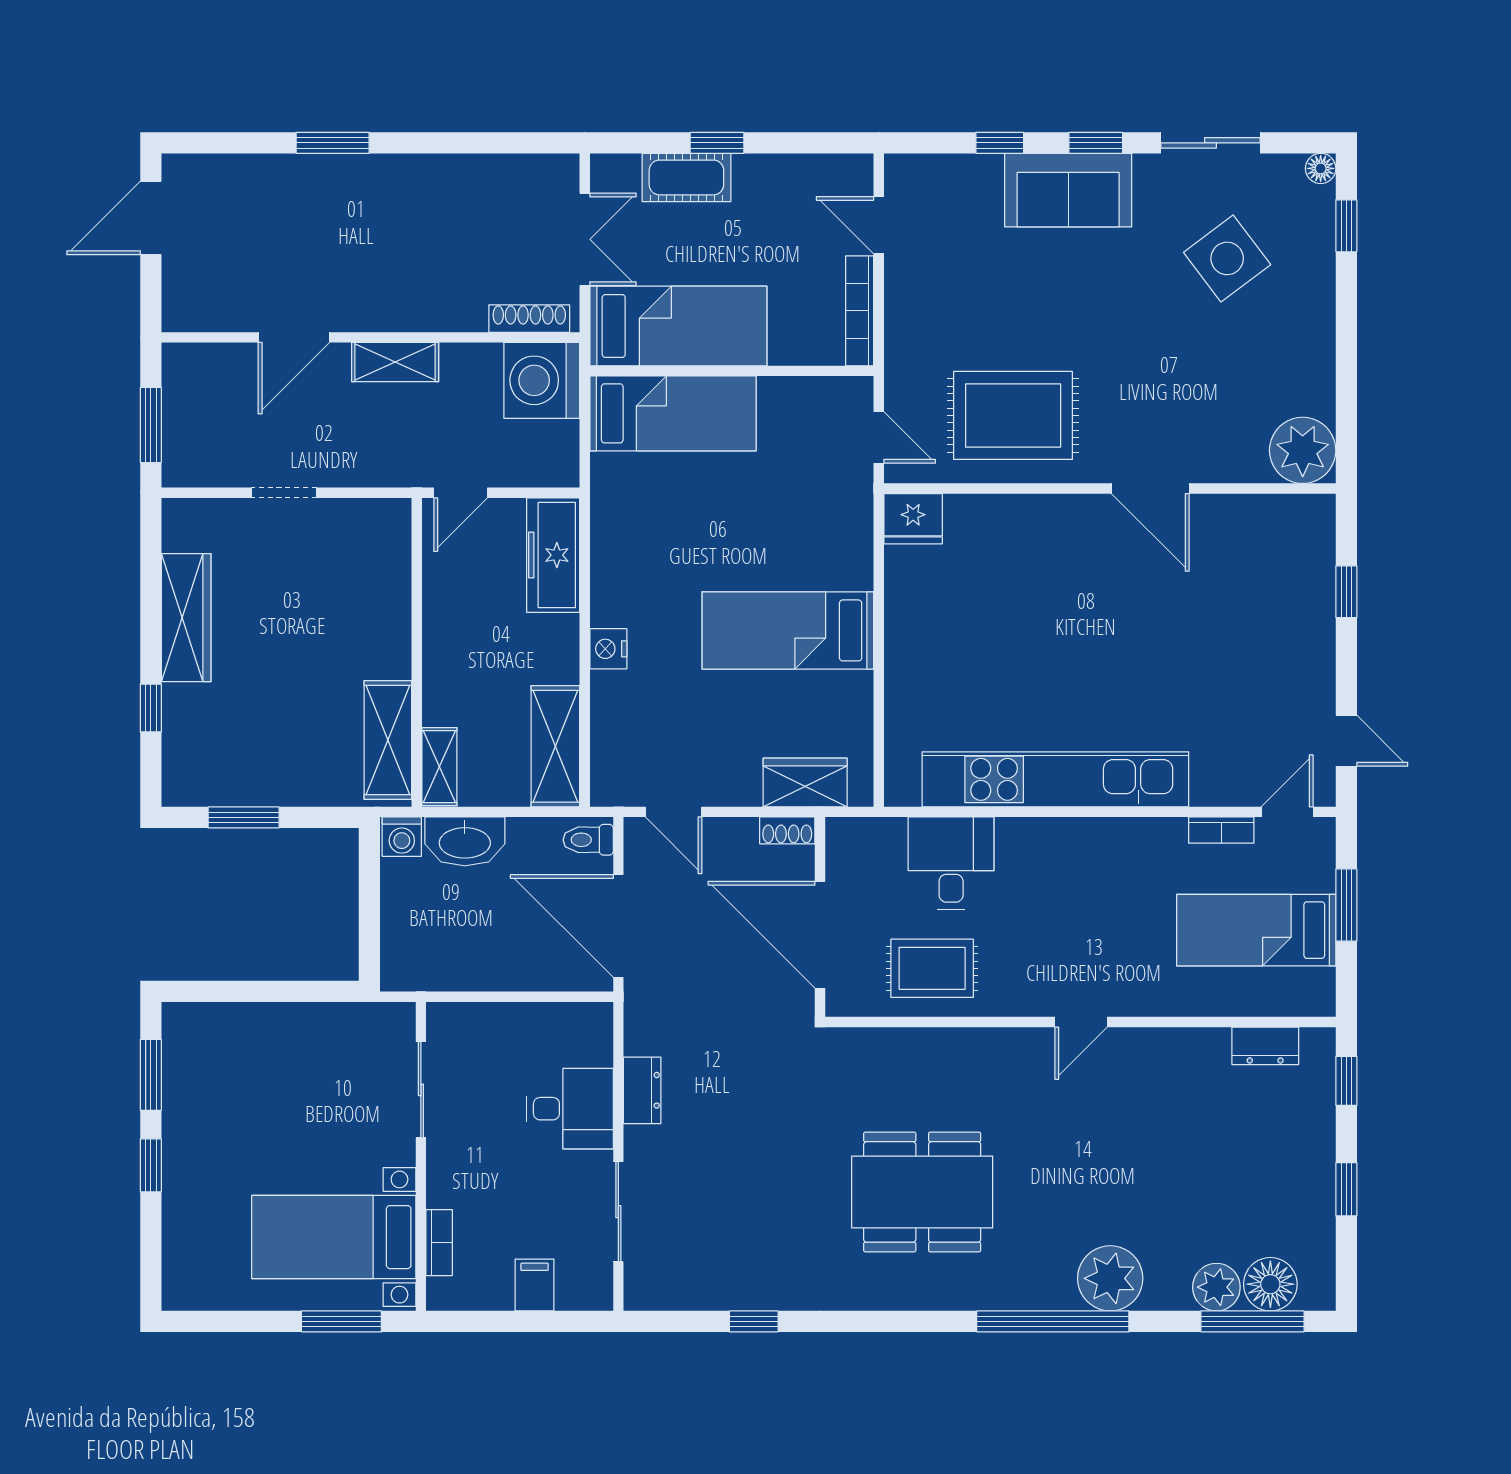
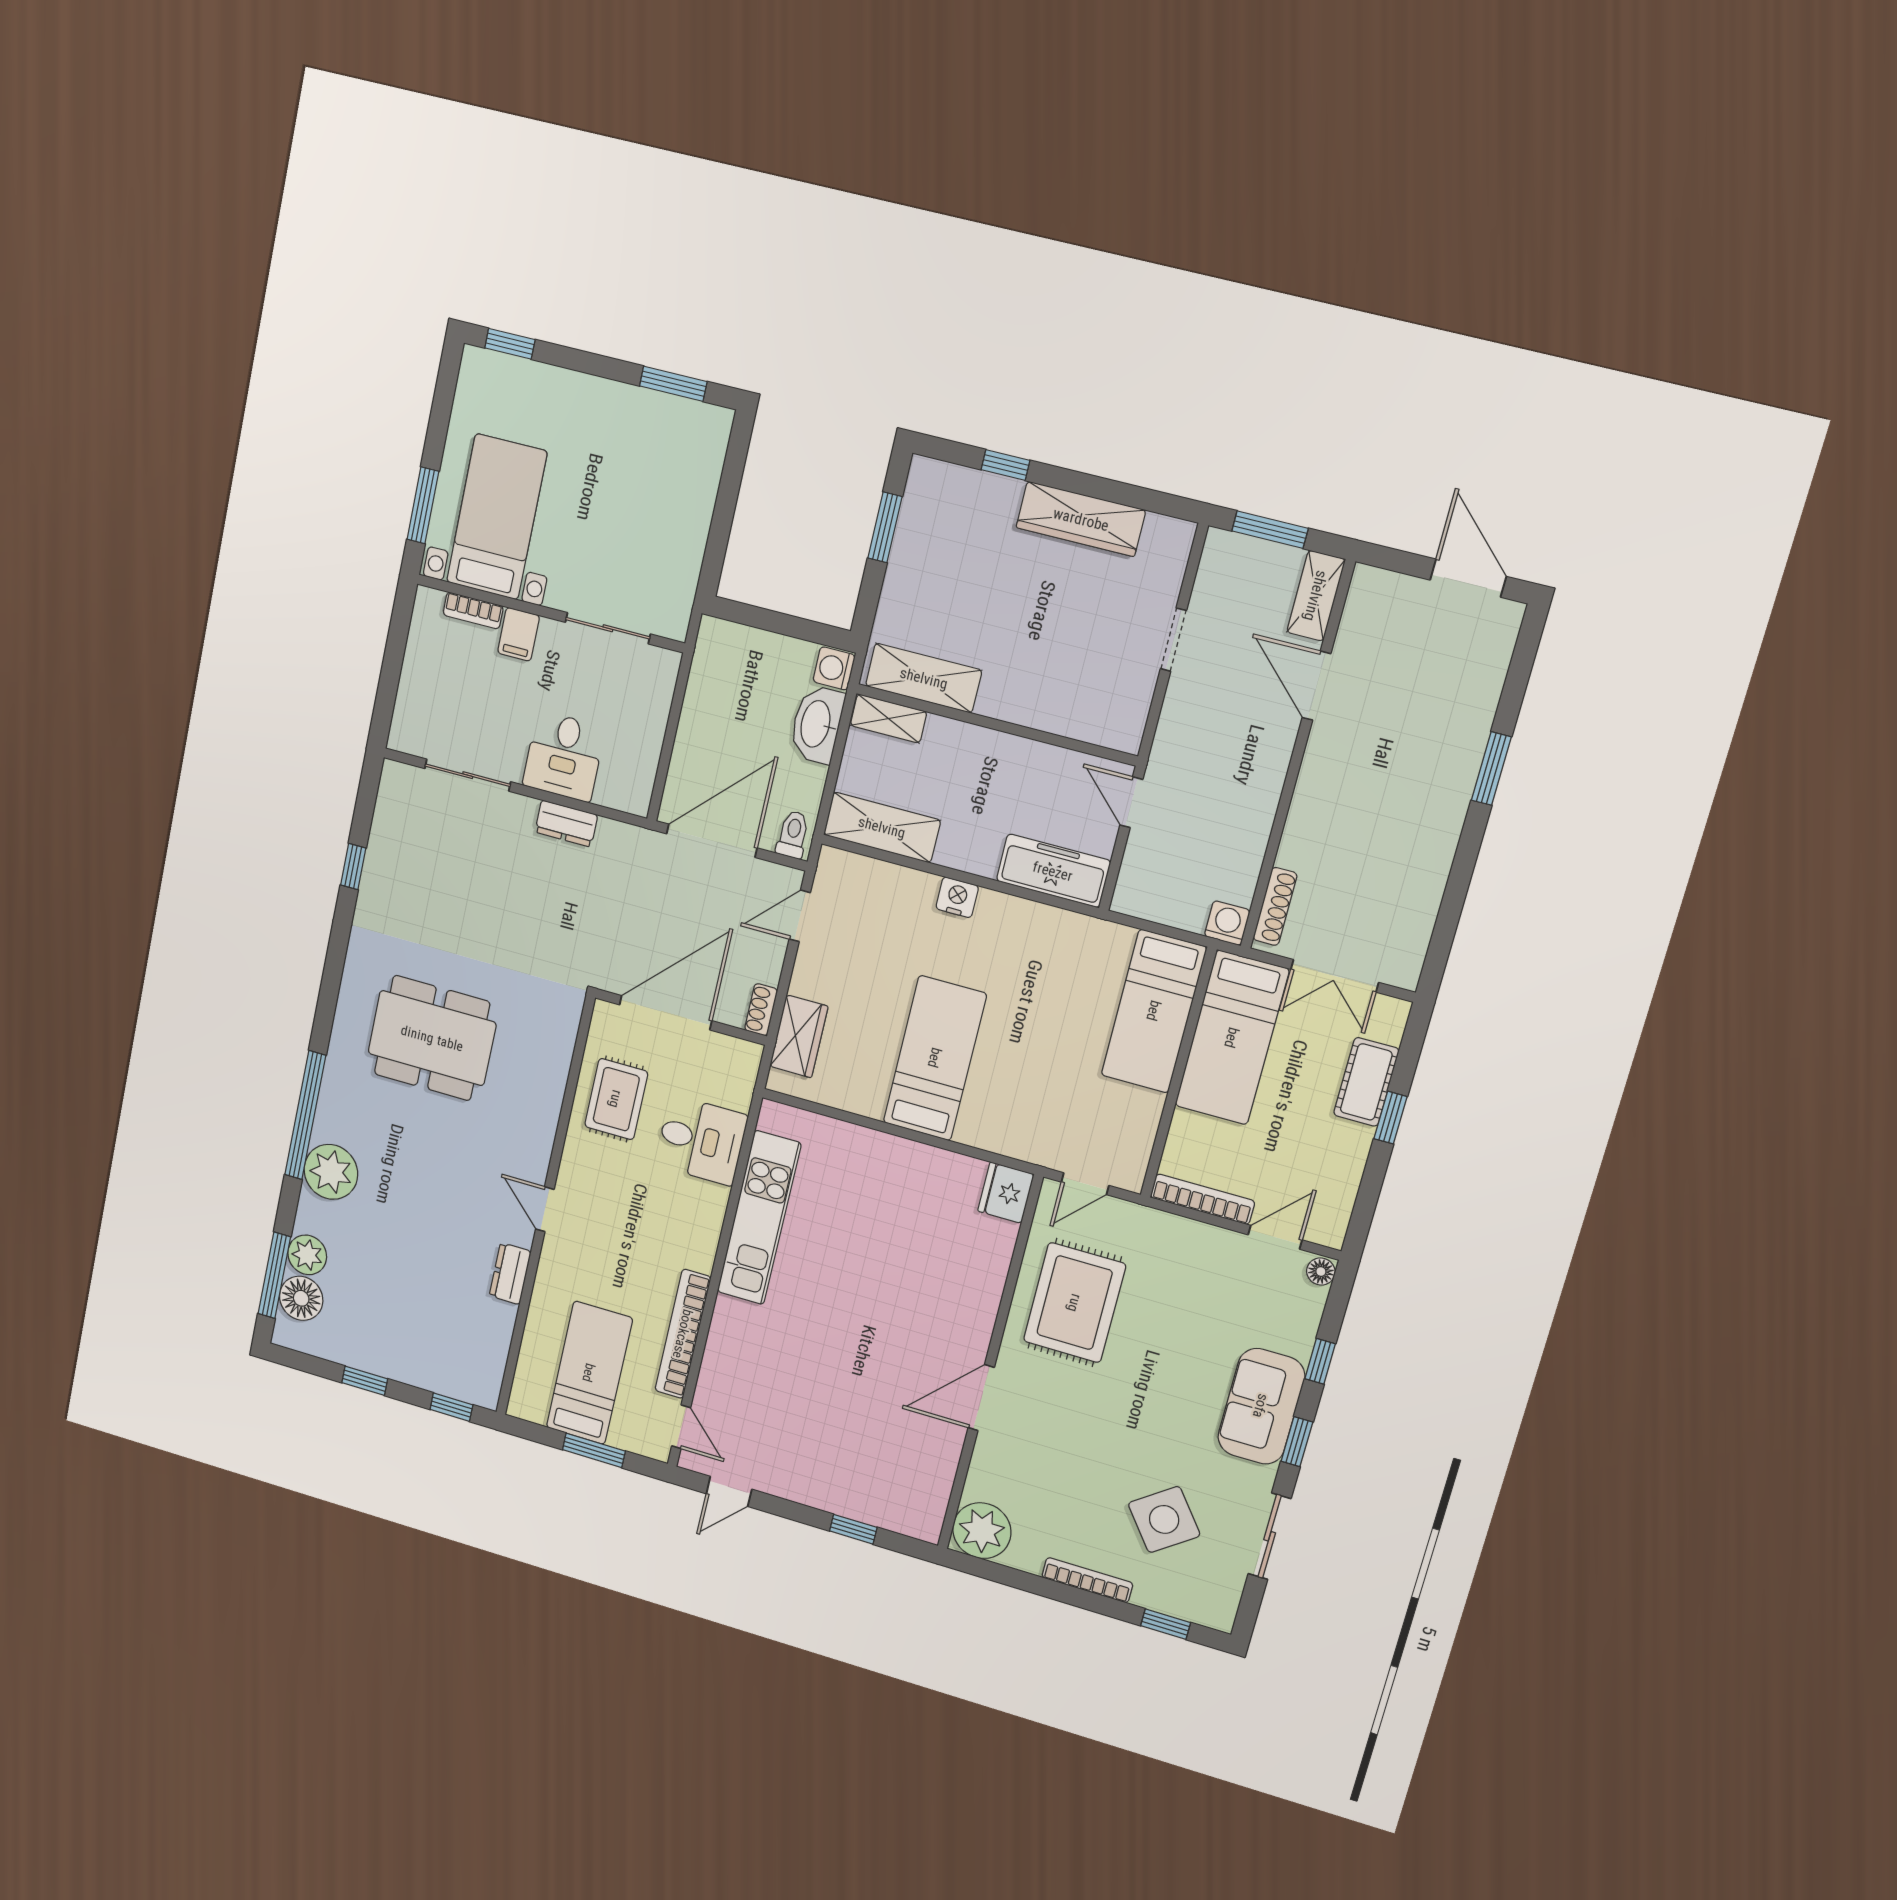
floor lamp: (1321, 168) -> (1321, 1272), moved
bookcase: (1323, 322) -> (1087, 1580), added
shelving: (395, 362) -> (1316, 596), moved
washing machine: (542, 380) -> (1227, 923), width x0.53, depth x0.53
kitchen unit: (1055, 779) -> (759, 1218), width x0.73
bookcase: (1221, 830) -> (683, 1334), width x2.31, depth x1.31
dresser: (1265, 1046) -> (510, 1274), moved
window: (151, 1165) -> (510, 344), moved
dining table: (922, 1192) -> (432, 1038), turned 90
filing cabinet: (535, 1285) -> (519, 634), moved, turned 90

